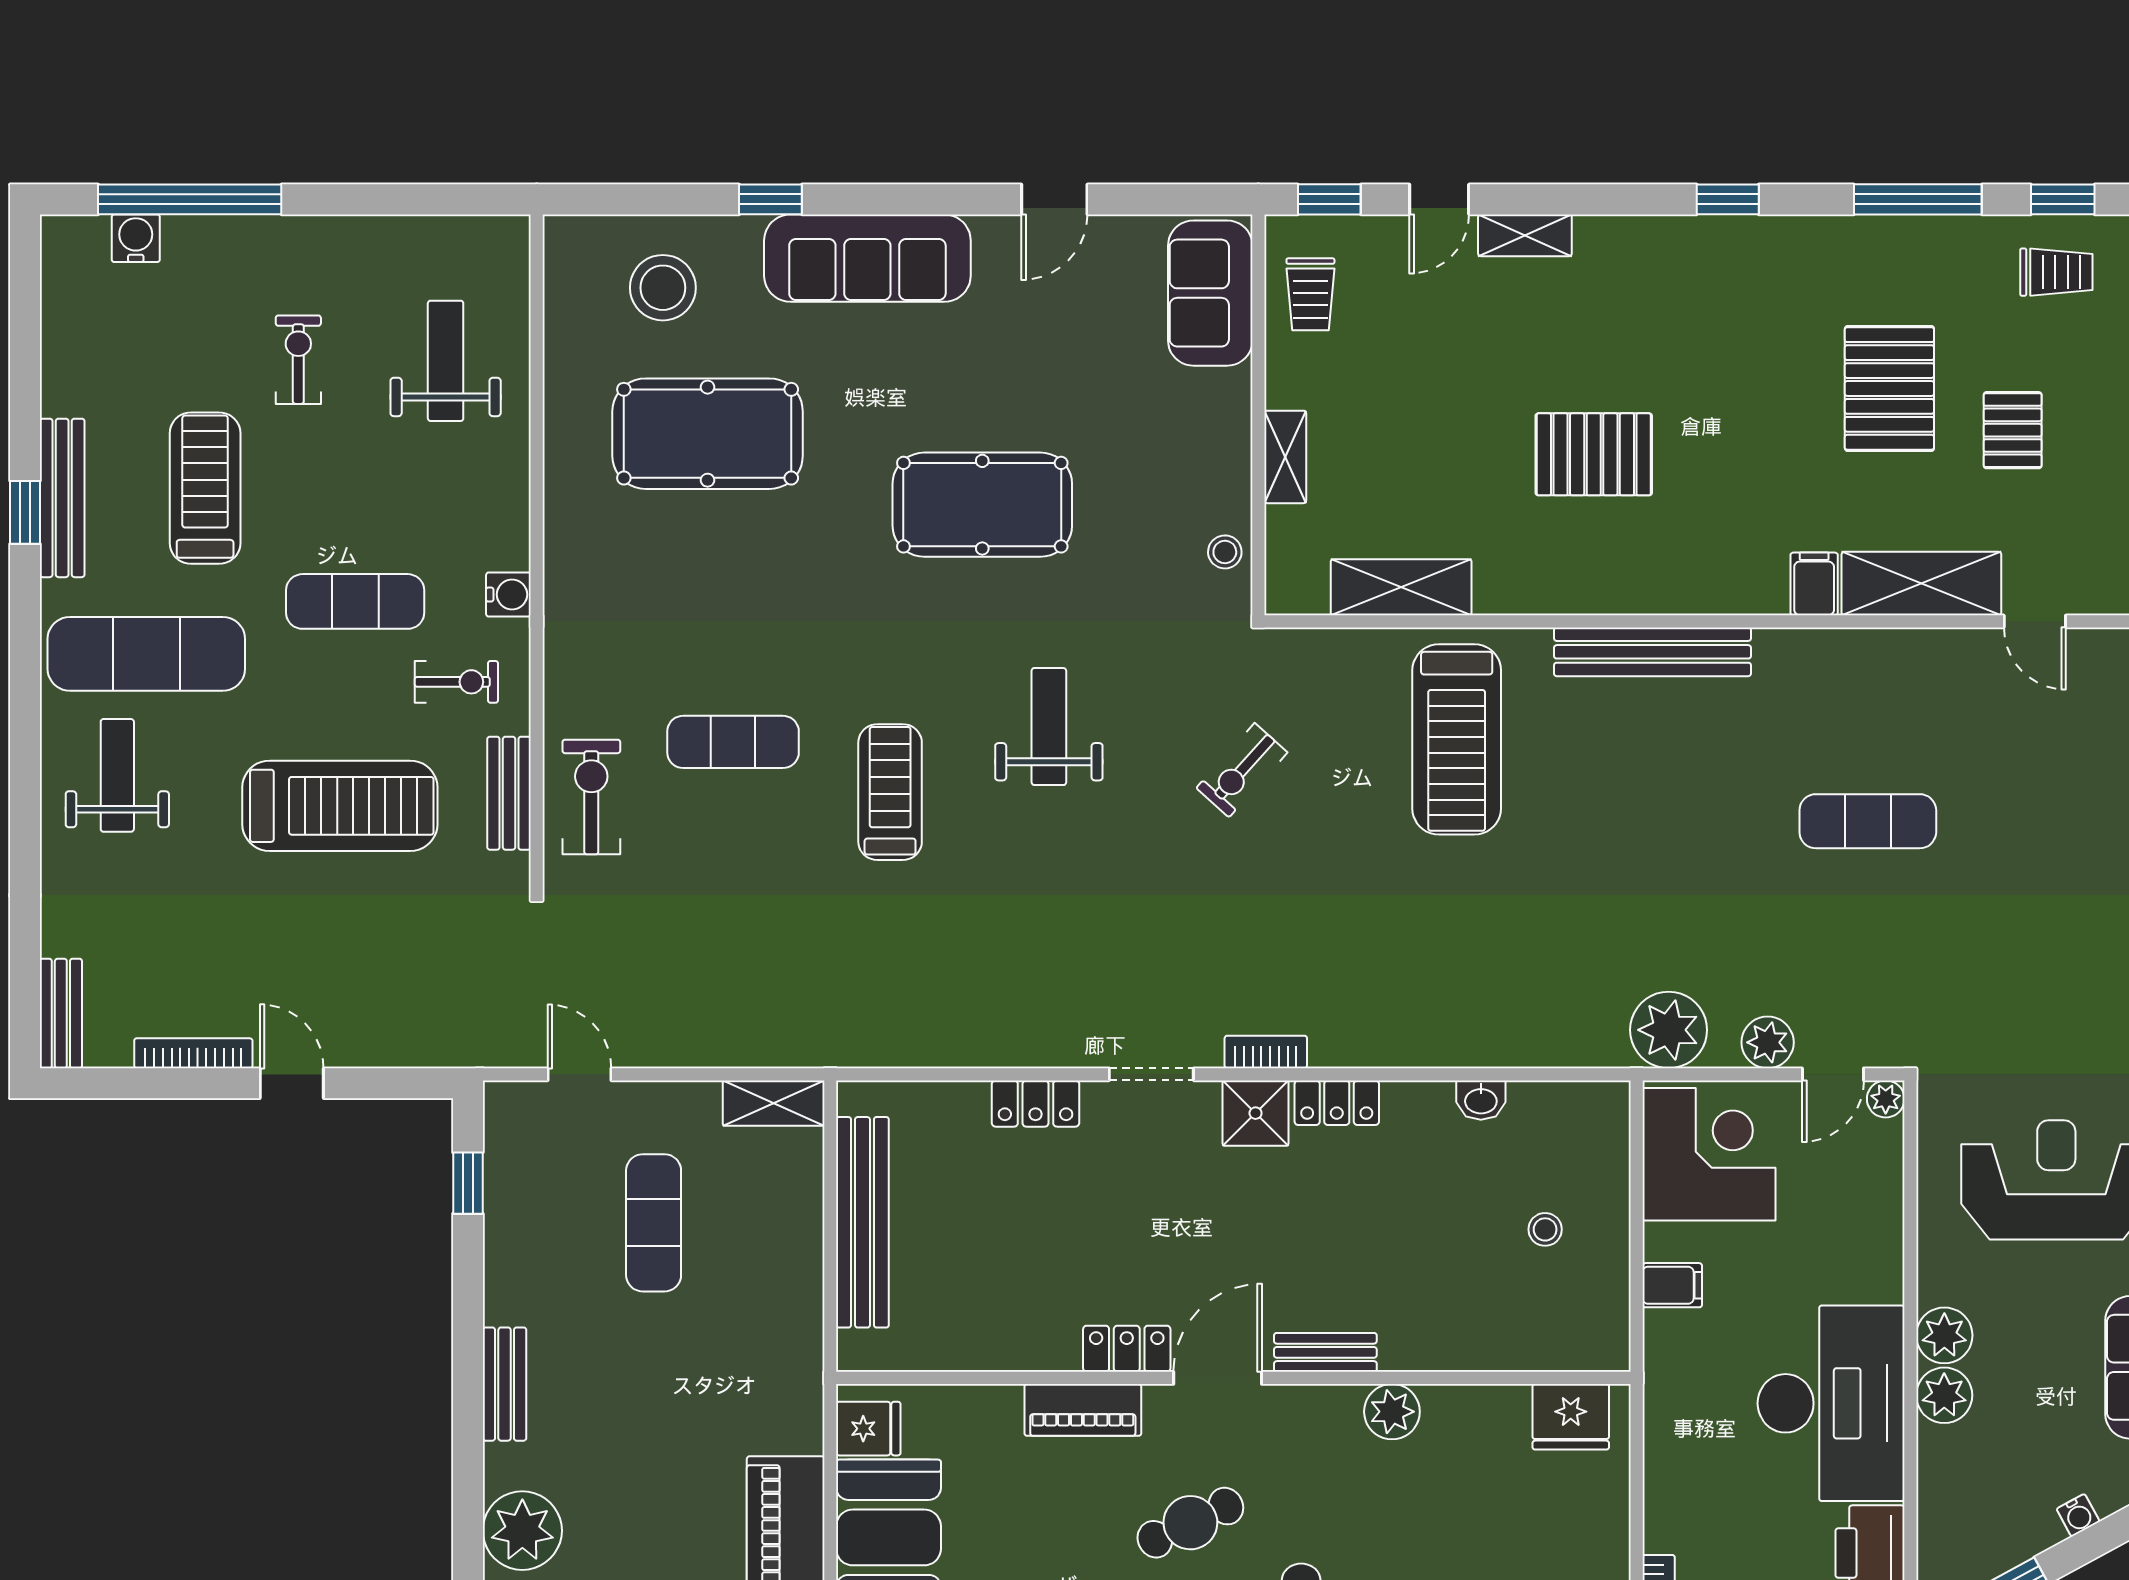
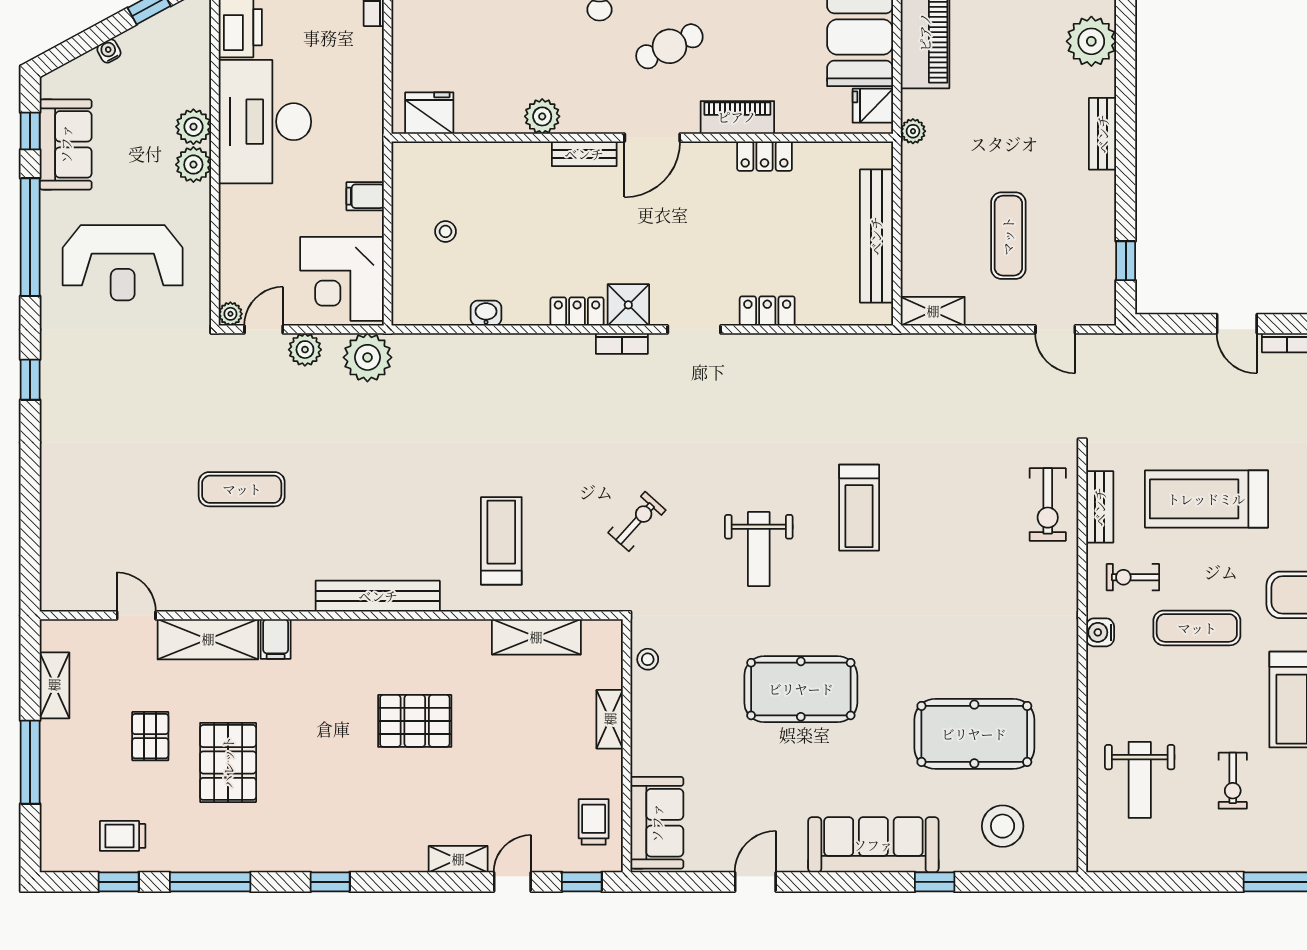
treadmill: (1457, 739) -> (501, 541), width x0.73, depth x0.73
exercise mat: (733, 742) -> (958, 539), removed
locker: (1127, 1349) -> (765, 156), moved
plant: (805, 1388) -> (913, 131), added

